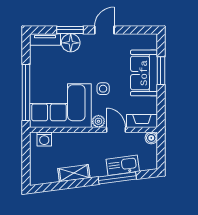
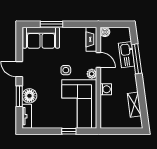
sofa: (144, 73) -> (41, 38), moved
window: (26, 93) -> (69, 131), width x0.32
door: (116, 130) -> (98, 60), swing flipped
washing machine: (44, 139) -> (106, 89), moved
shelving: (74, 173) -> (134, 105), moved

